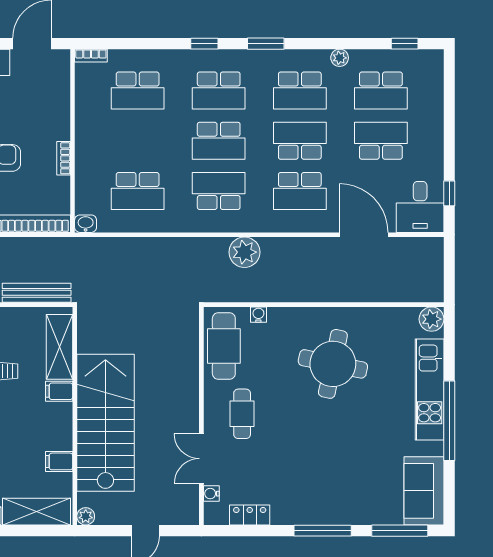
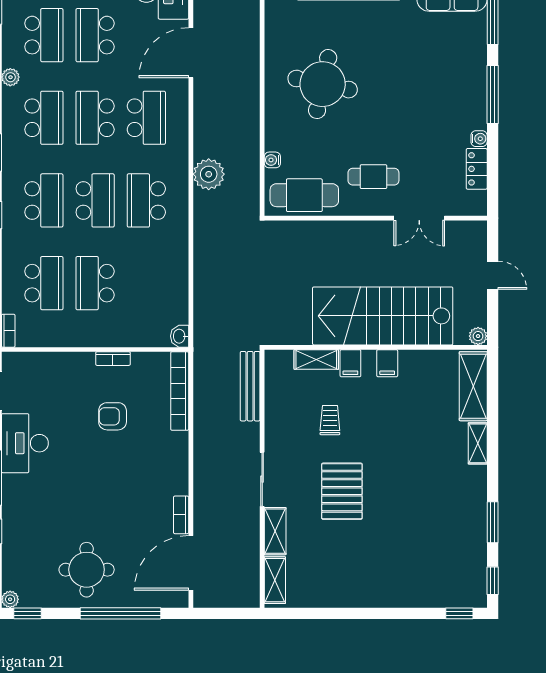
school desk: (138, 191) -> (95, 283), moved, turned 180
shelving: (59, 347) -> (316, 359), width x0.67, depth x0.75
filing cabinet: (59, 461) -> (387, 363), moved
water cooler: (211, 494) -> (479, 139), moved, turned -90

